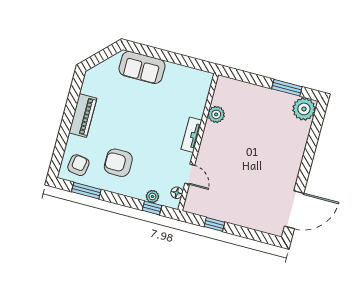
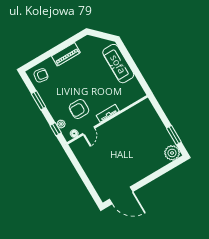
sofa: (142, 67) -> (118, 64), width x1.36
plant: (216, 114) -> (129, 115), removed
armchair: (118, 163) -> (79, 109), moved, turned -90
window: (86, 191) -> (39, 100), moved
window: (214, 224) -> (77, 166), removed

